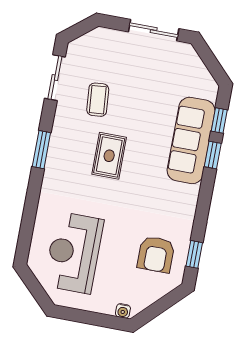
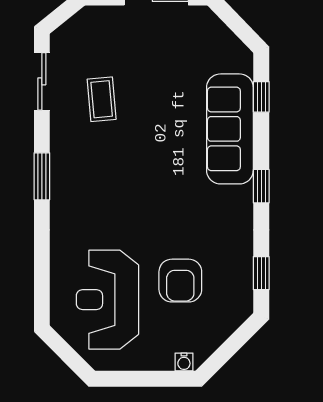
window: (213, 155) -> (261, 186), moved
rug: (109, 156) -> (129, 168), removed
armchair: (156, 254) -> (180, 281), moved

